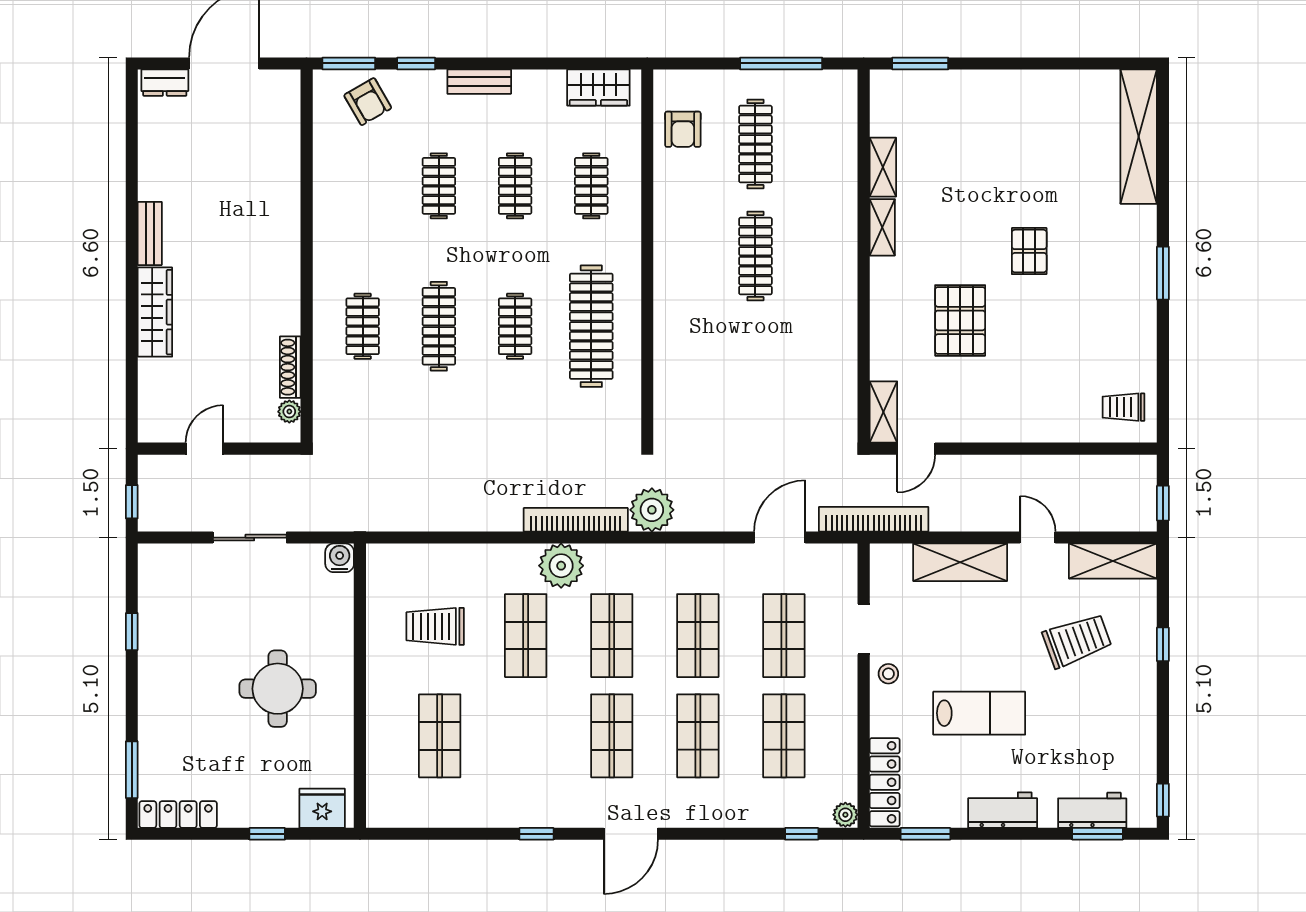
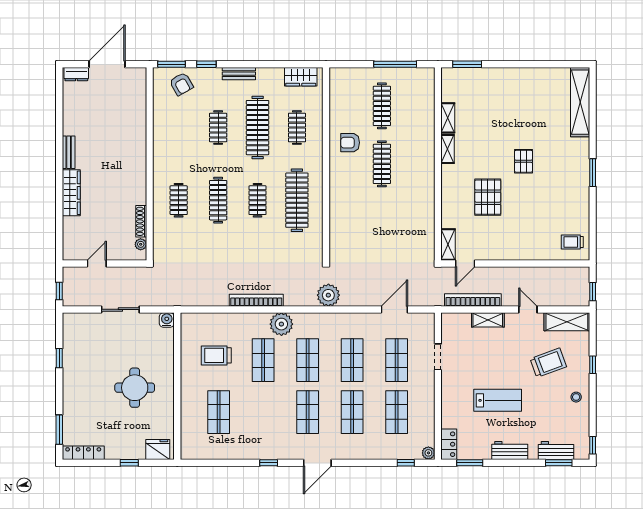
armchair: (683, 129) -> (350, 143), moved, turned 90
clothes rail: (515, 186) -> (258, 128), width x1.86, depth x1.31
bookcase: (874, 519) -> (473, 300), moved
bookcase: (576, 520) -> (256, 300), moved
shelving: (960, 562) -> (488, 320), width x0.67, depth x0.75
stool: (888, 674) -> (576, 397), moved
locker: (885, 782) -> (449, 444), width x0.66

